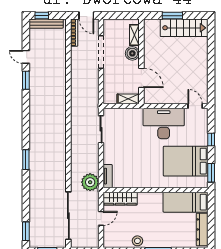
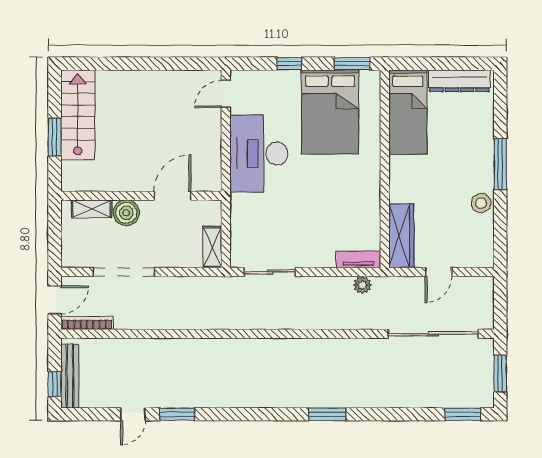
shelving: (128, 99) -> (212, 247), moved
plant: (90, 182) -> (362, 285), width x0.53, depth x0.53
door: (101, 218) -> (438, 272), swing flipped

